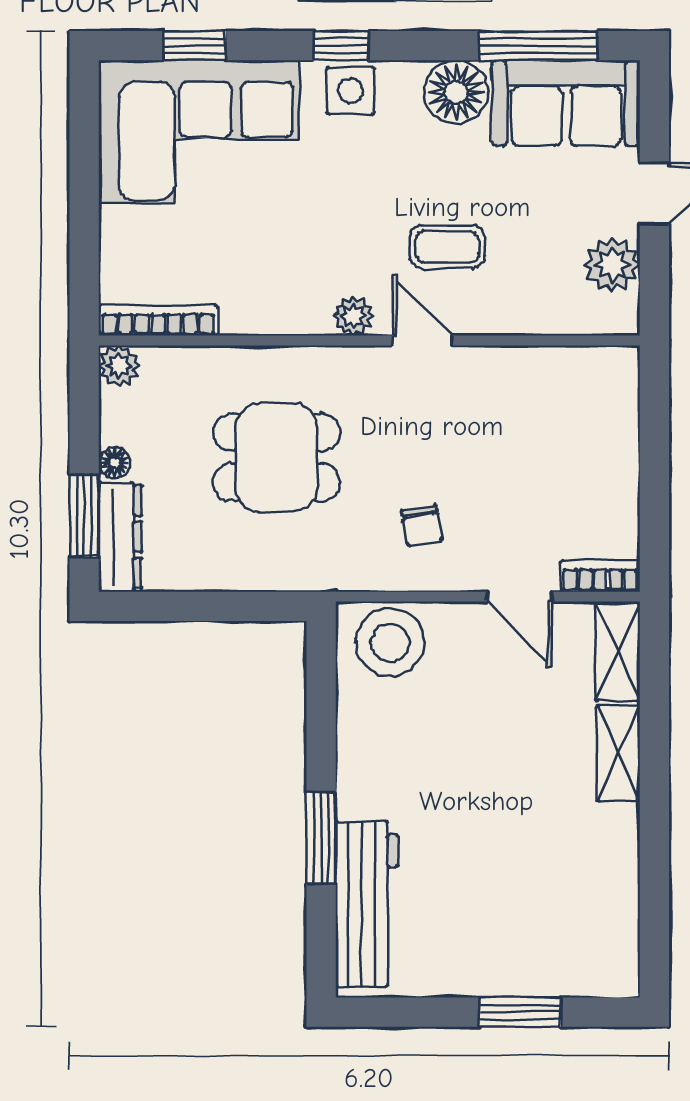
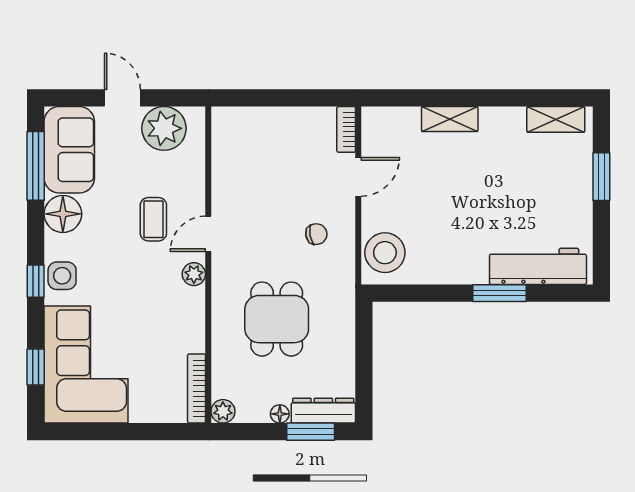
plant: (612, 265) -> (164, 128), width x1.36, depth x1.36
shelving: (618, 652) -> (556, 119), moved

